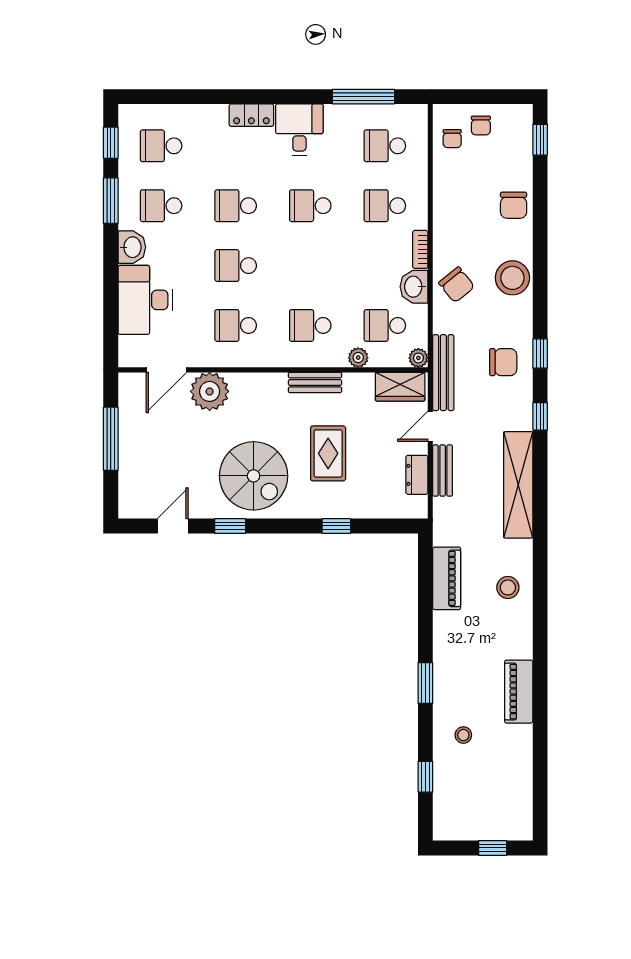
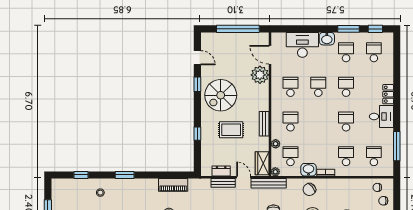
window: (111, 439) -> (238, 29), width x1.46

